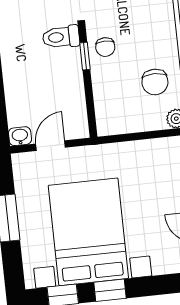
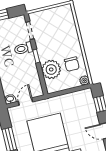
chair: (105, 47) -> (46, 50), removed
plant: (112, 87) -> (51, 69), added

